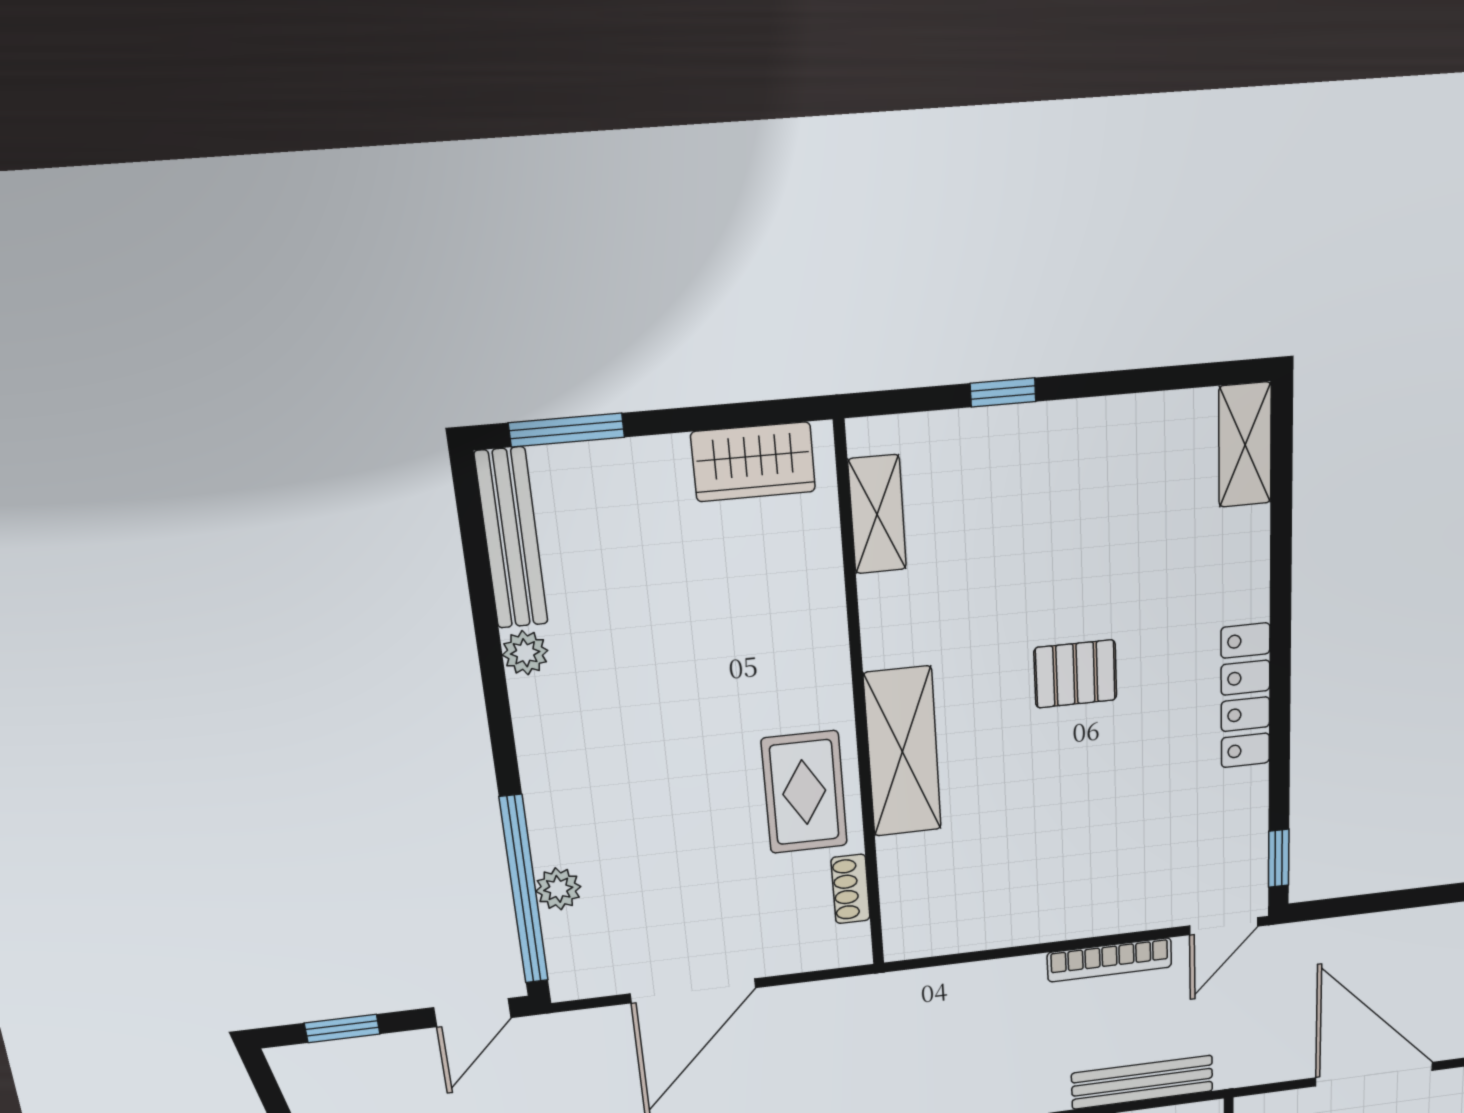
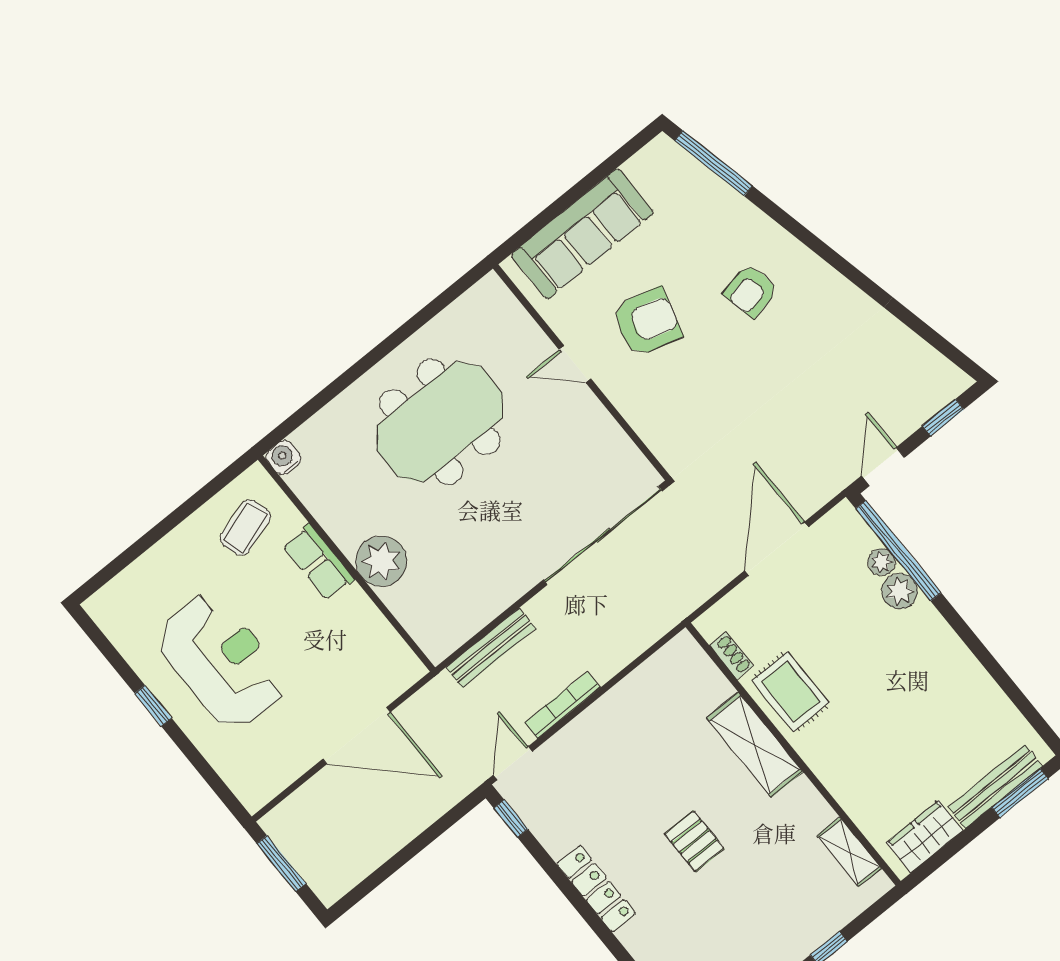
bench: (511, 538) -> (995, 787), moved, turned 90
plant: (525, 653) -> (900, 591), moved, width x1.38, depth x1.38
pallet: (1075, 674) -> (694, 841), turned 90

